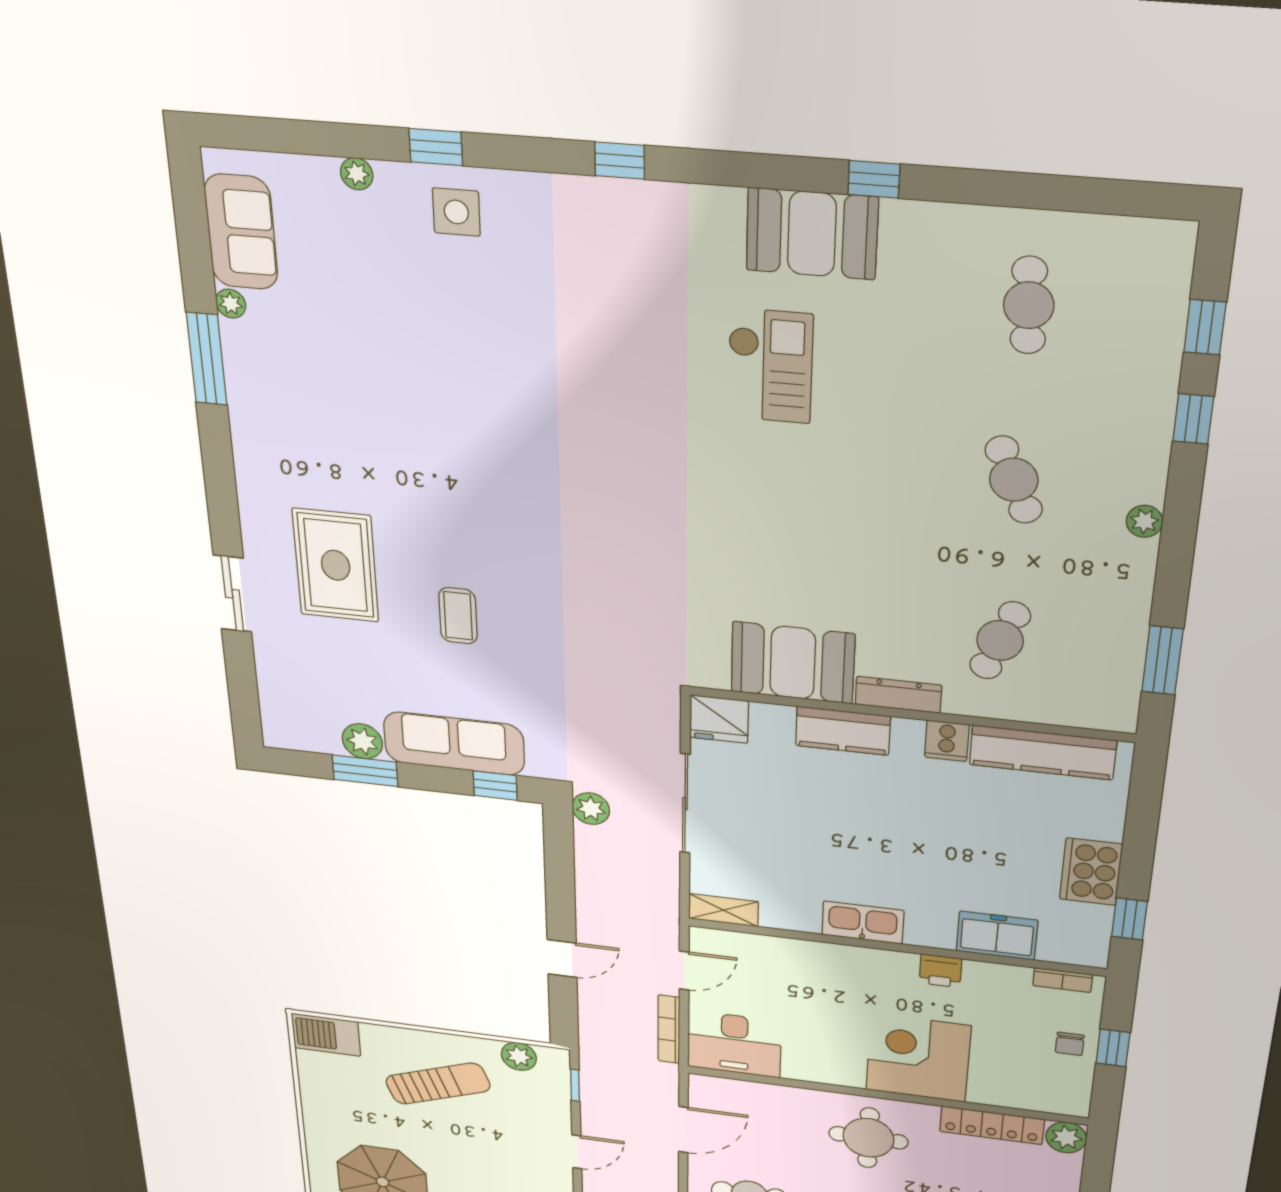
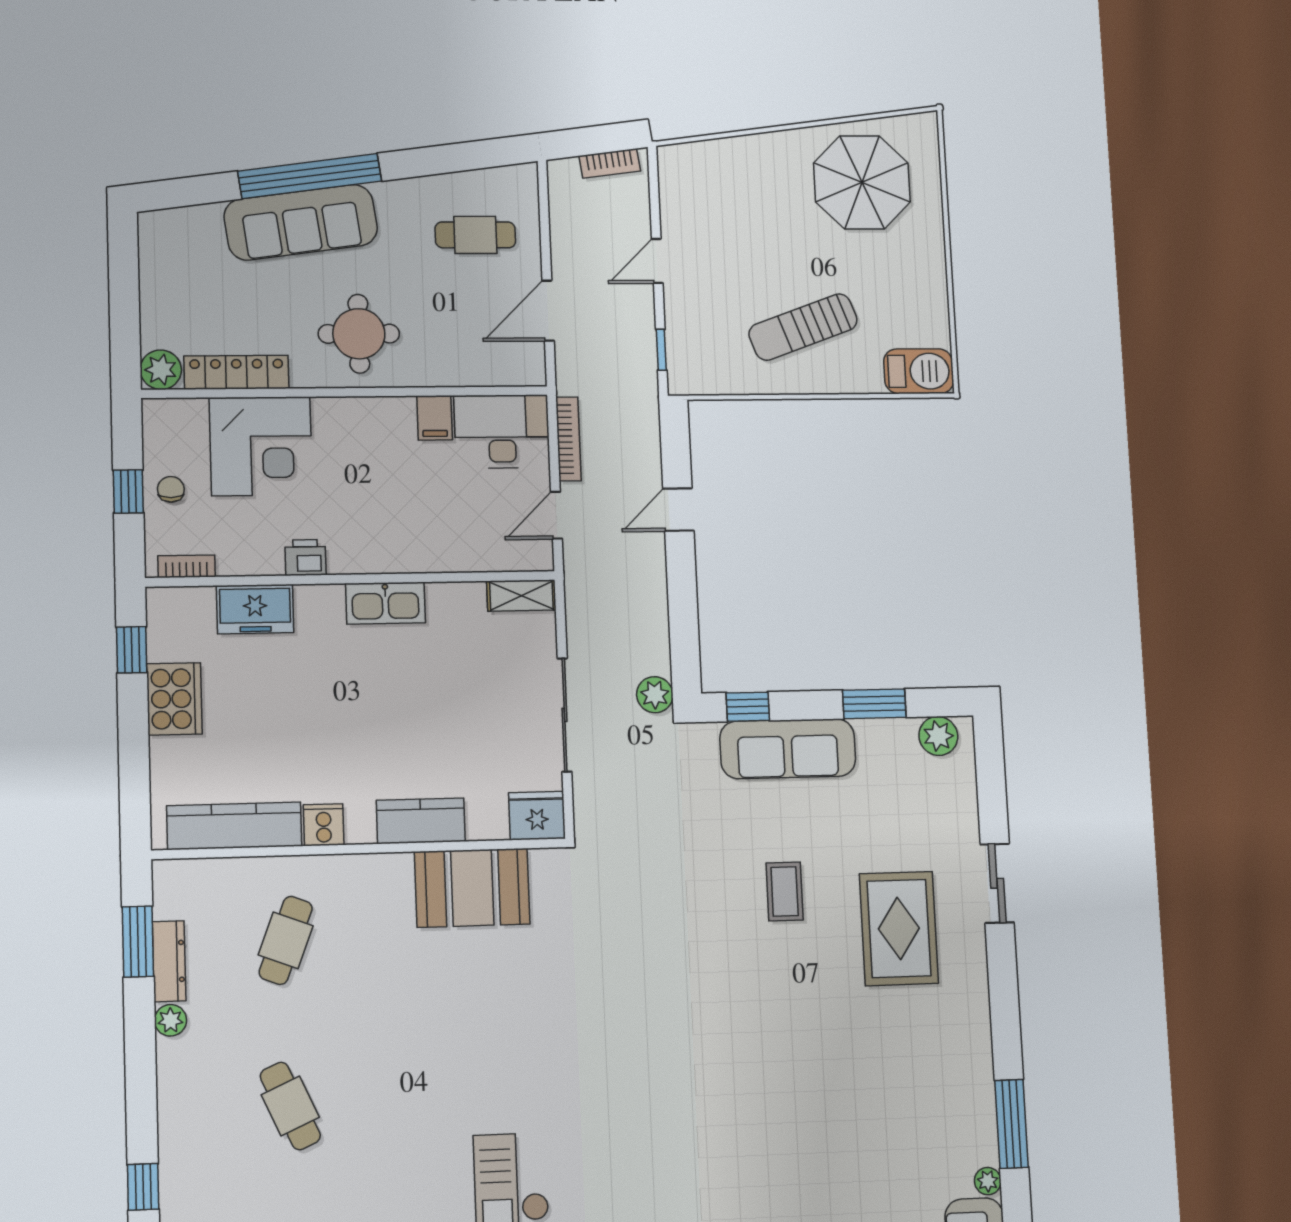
plant: (1144, 521) -> (171, 1020), moved
dresser: (898, 695) -> (169, 961), moved, turned -90
plant: (362, 741) -> (938, 736), moved
plant: (519, 1056) -> (720, 378), removed
corner desk: (918, 1058) -> (261, 446), moved
filing cabinet: (800, 1064) -> (435, 418), added

